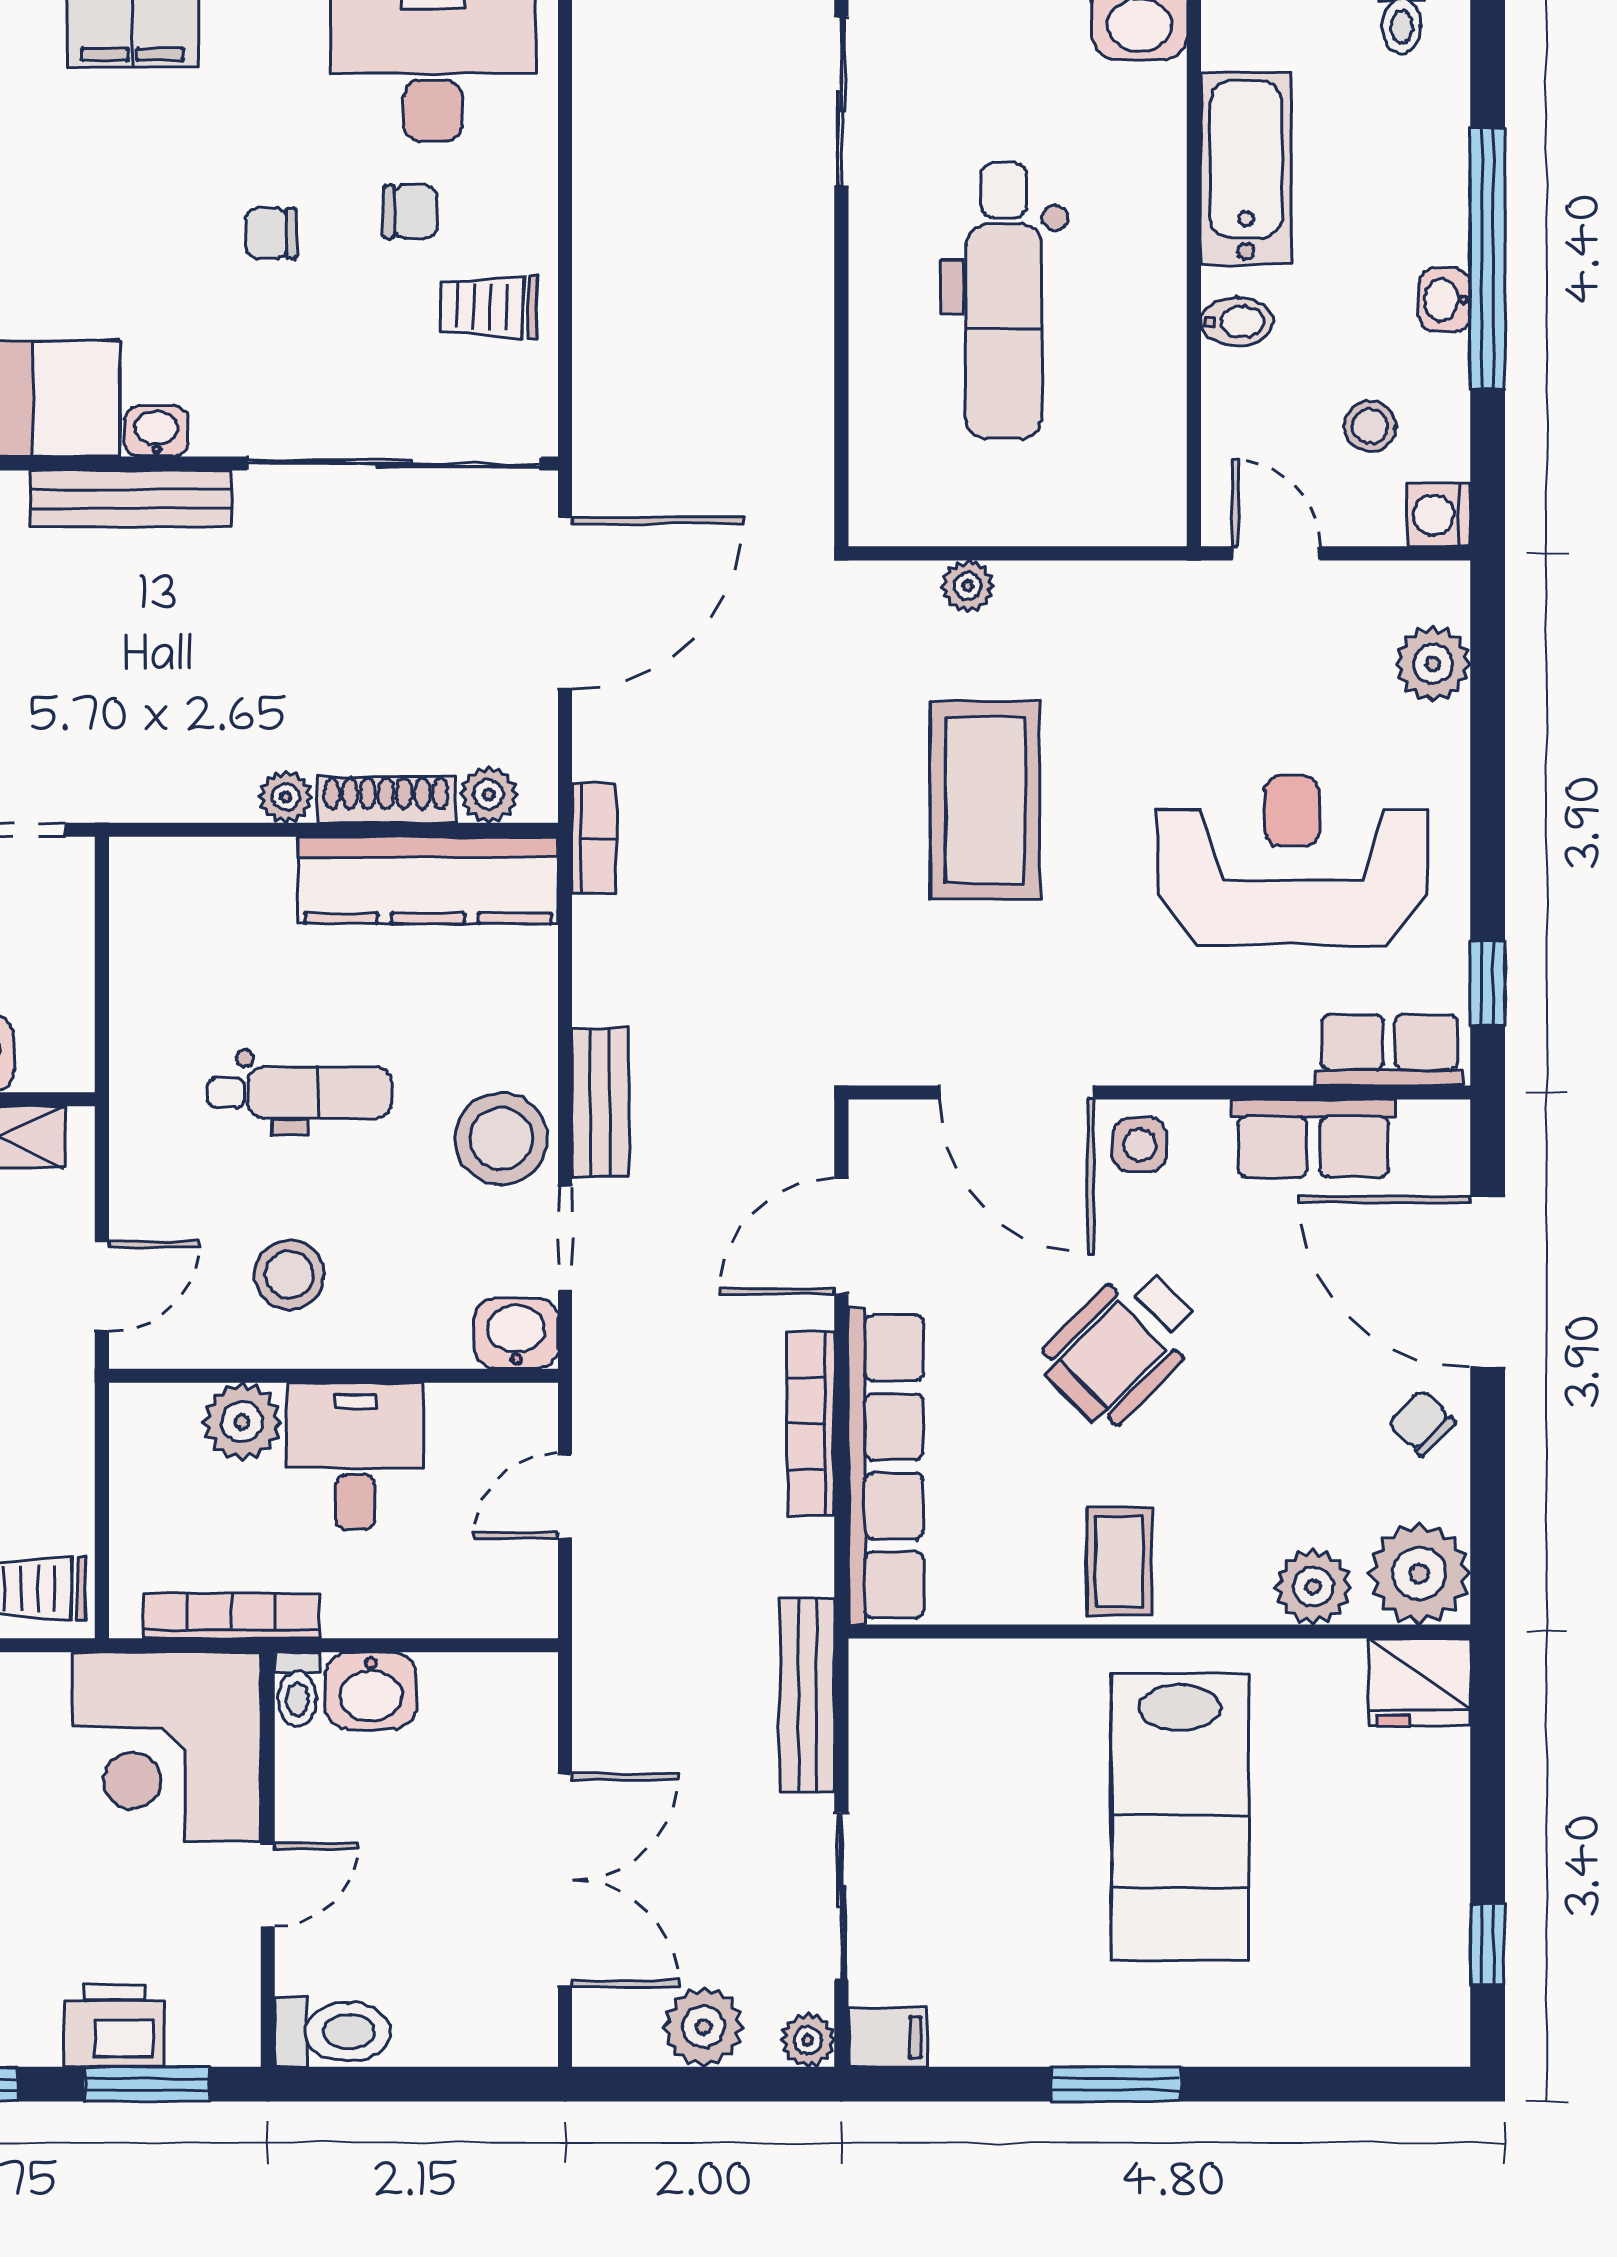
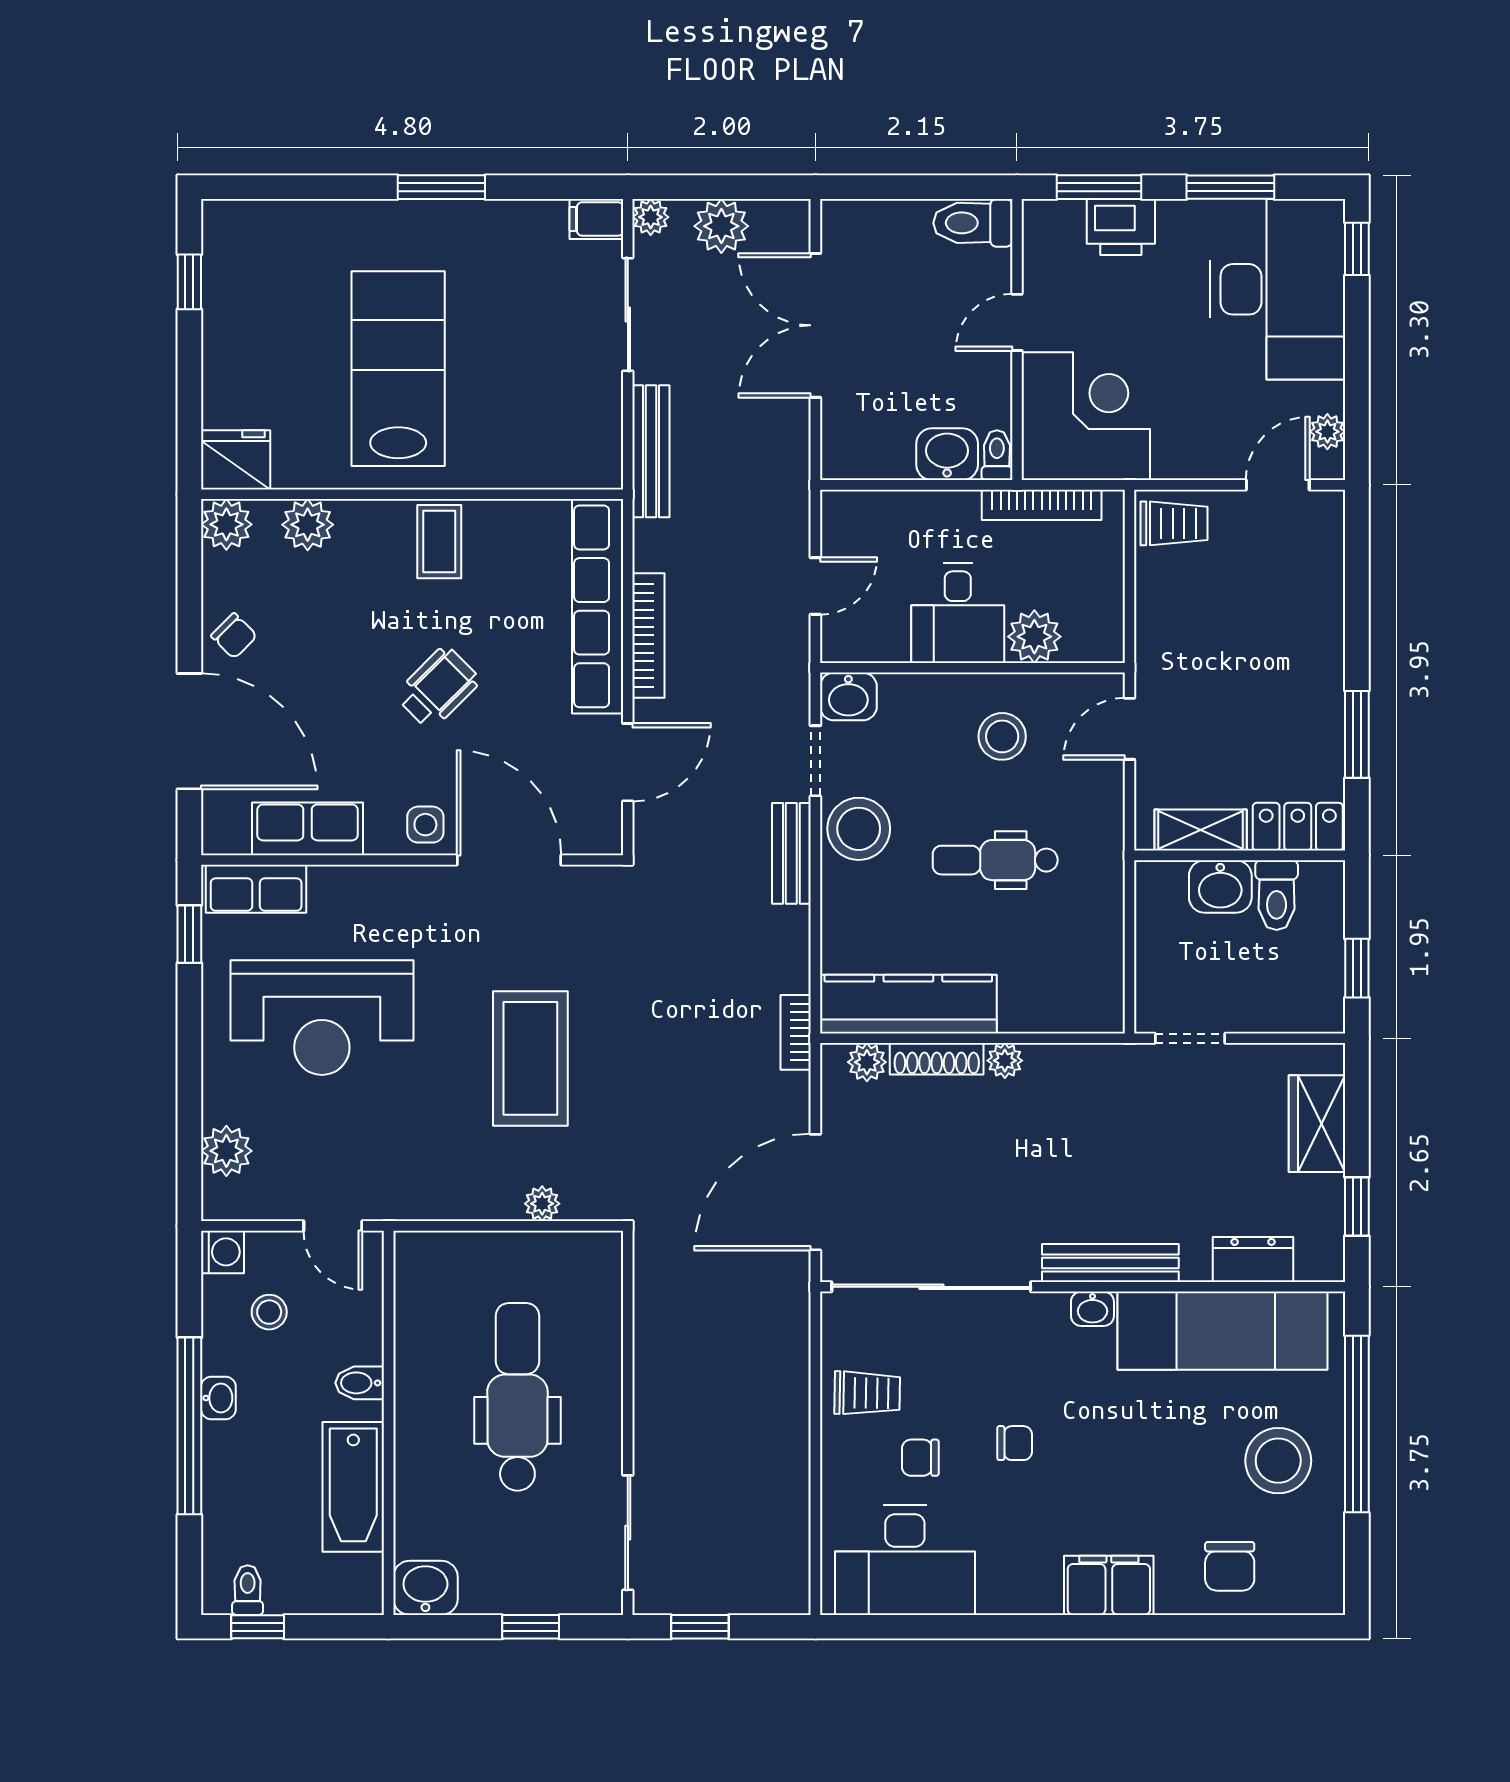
wheelchair: (1121, 1346) -> (438, 688), width x0.73, depth x0.73
plant: (1419, 1573) -> (226, 524), width x0.73, depth x0.73

